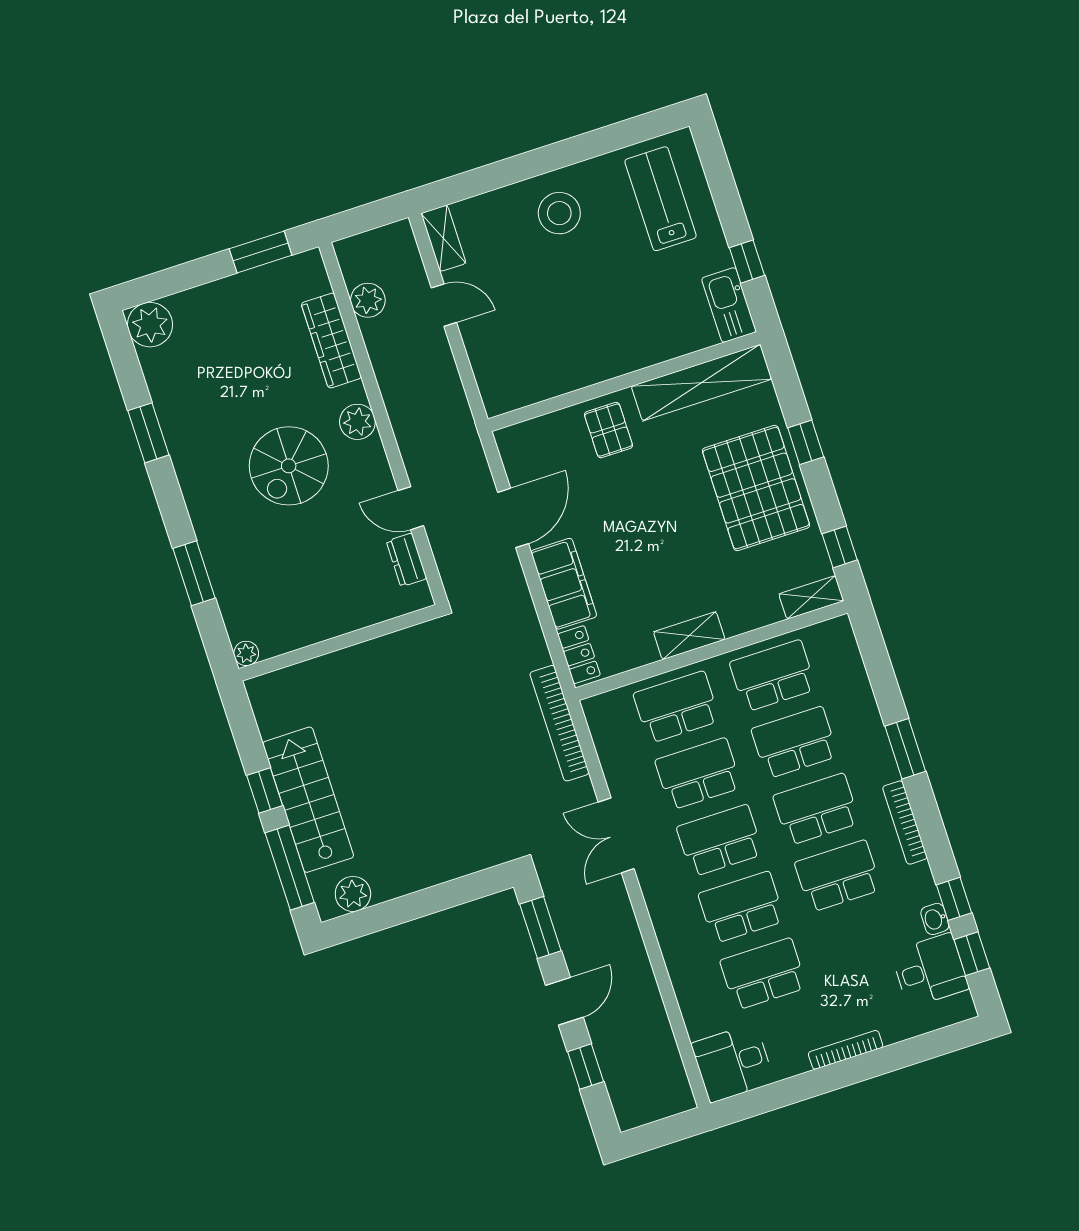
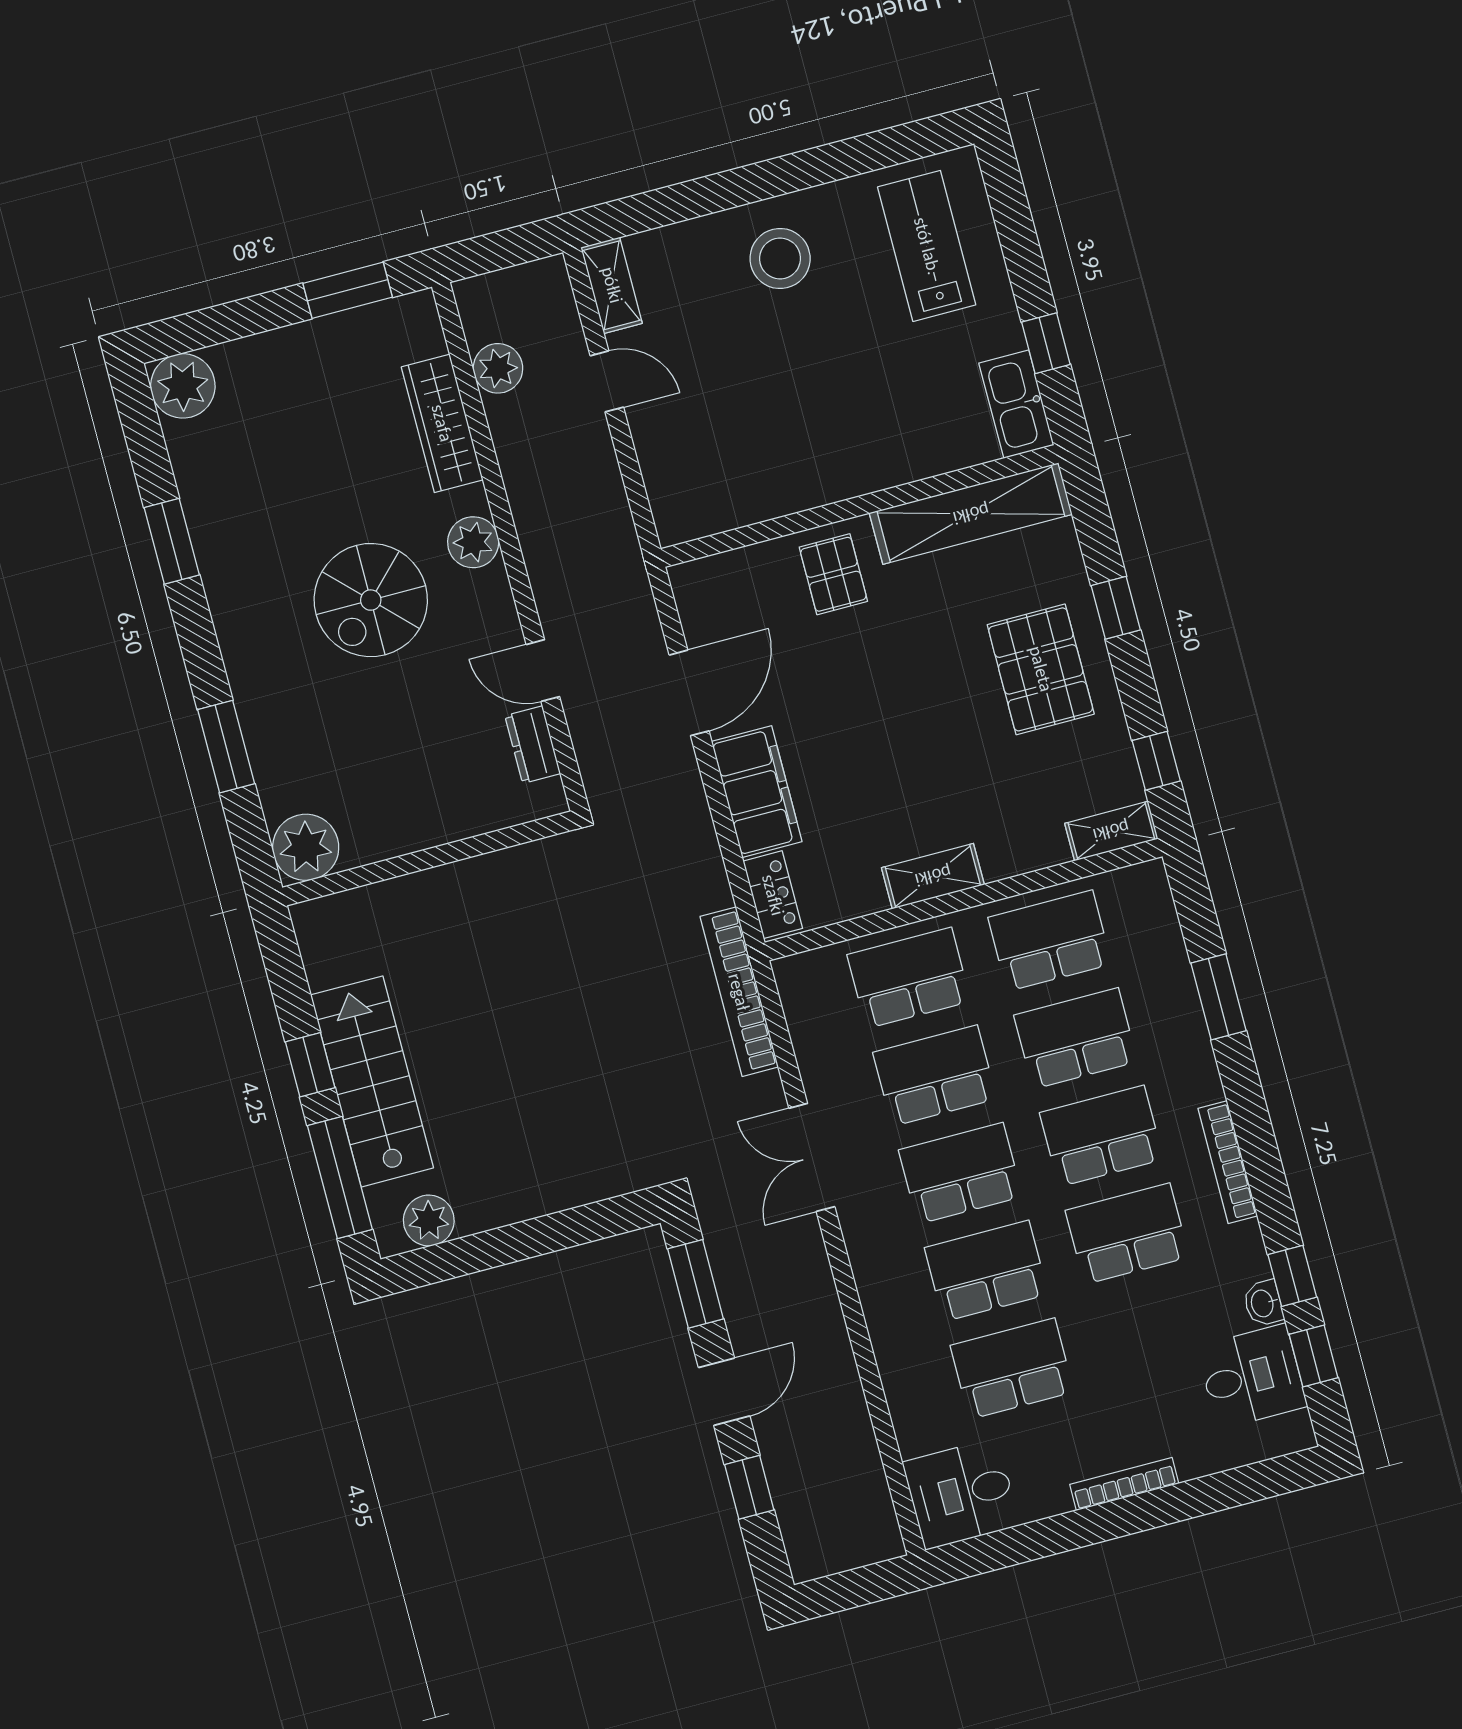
pallet: (756, 488) -> (1041, 669), width x0.73, depth x0.71
plant: (246, 653) -> (306, 847), width x1.88, depth x1.88
window: (905, 749) -> (1219, 997), moved

